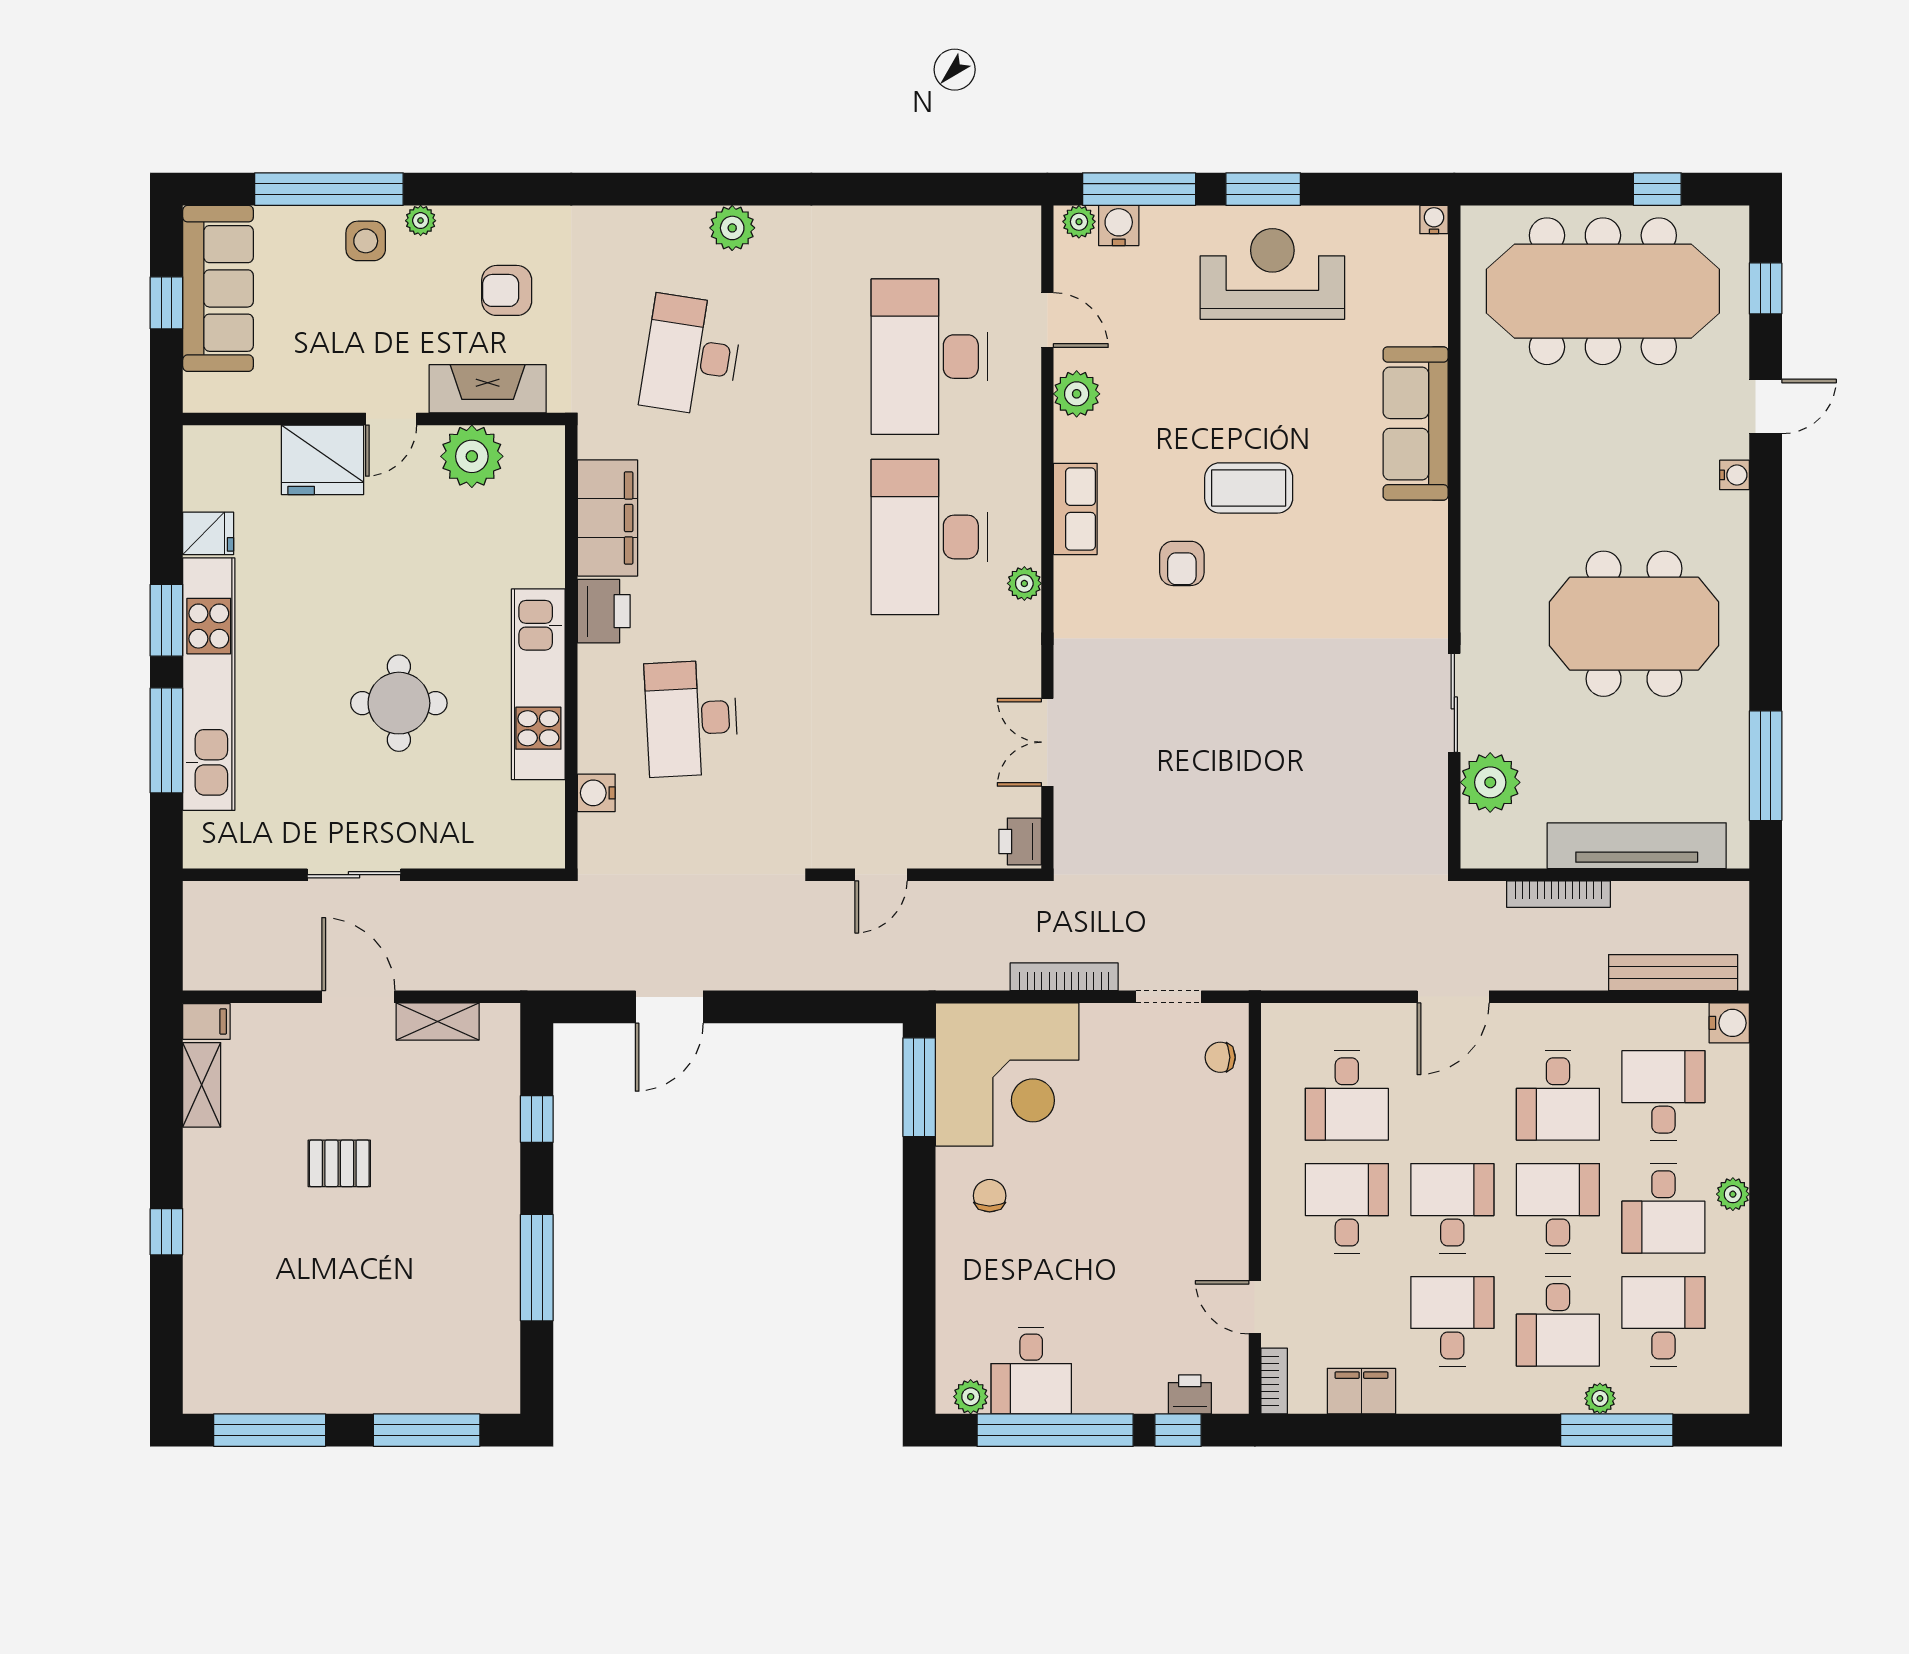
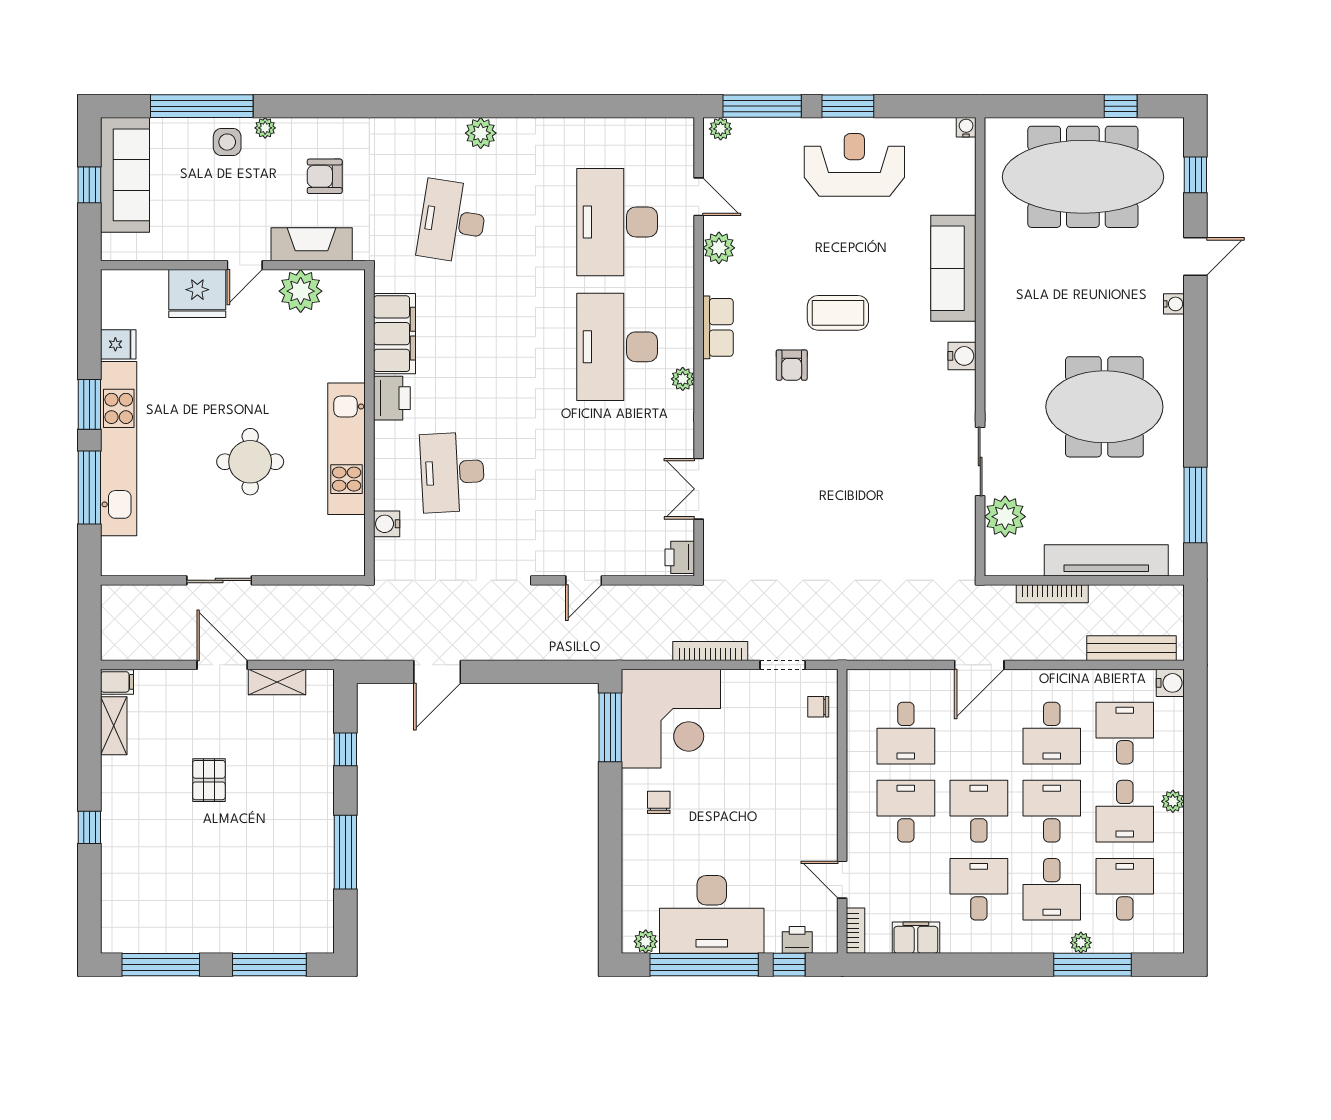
water cooler: (1119, 225) -> (962, 356), moved, turned 90
pallet: (339, 1163) -> (209, 780), turned 90
desk: (1031, 1371) -> (712, 914), width x1.87, depth x1.30

